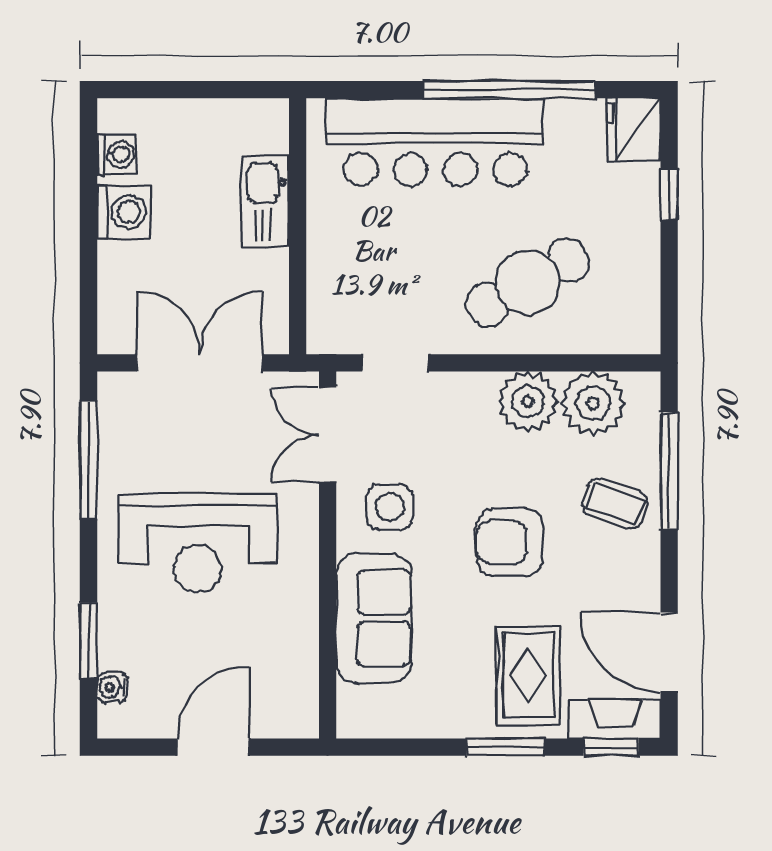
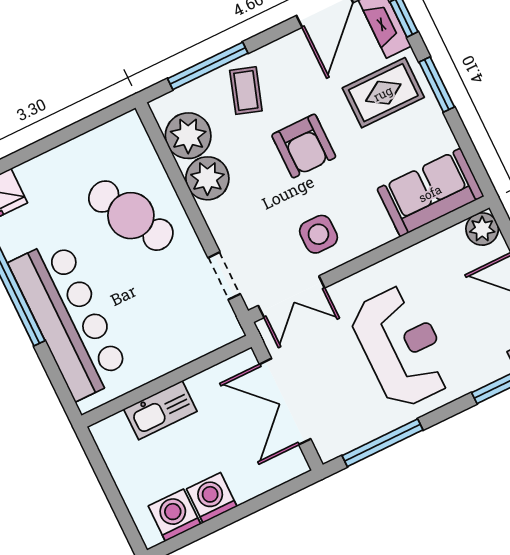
washing machine: (117, 155) -> (175, 515), width x1.38, depth x1.38
window: (669, 194) -> (30, 152), removed
sofa: (374, 618) -> (430, 193), moved
plant: (296, 716) -> (482, 229), added

